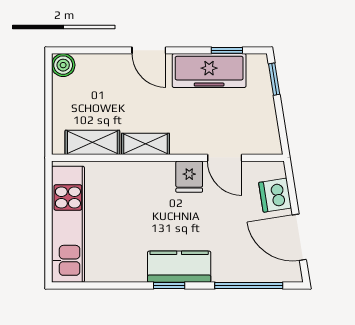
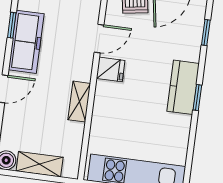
shelving: (92, 142) -> (40, 164), moved, turned 90
window: (249, 286) -> (206, 33), width x0.46

